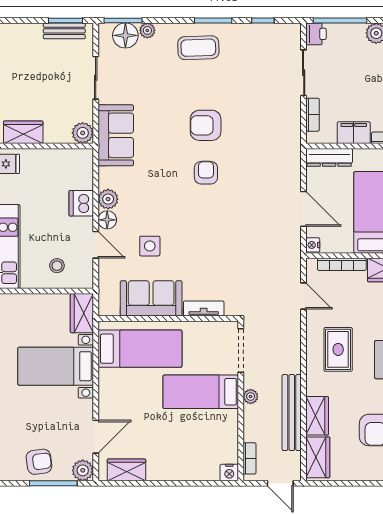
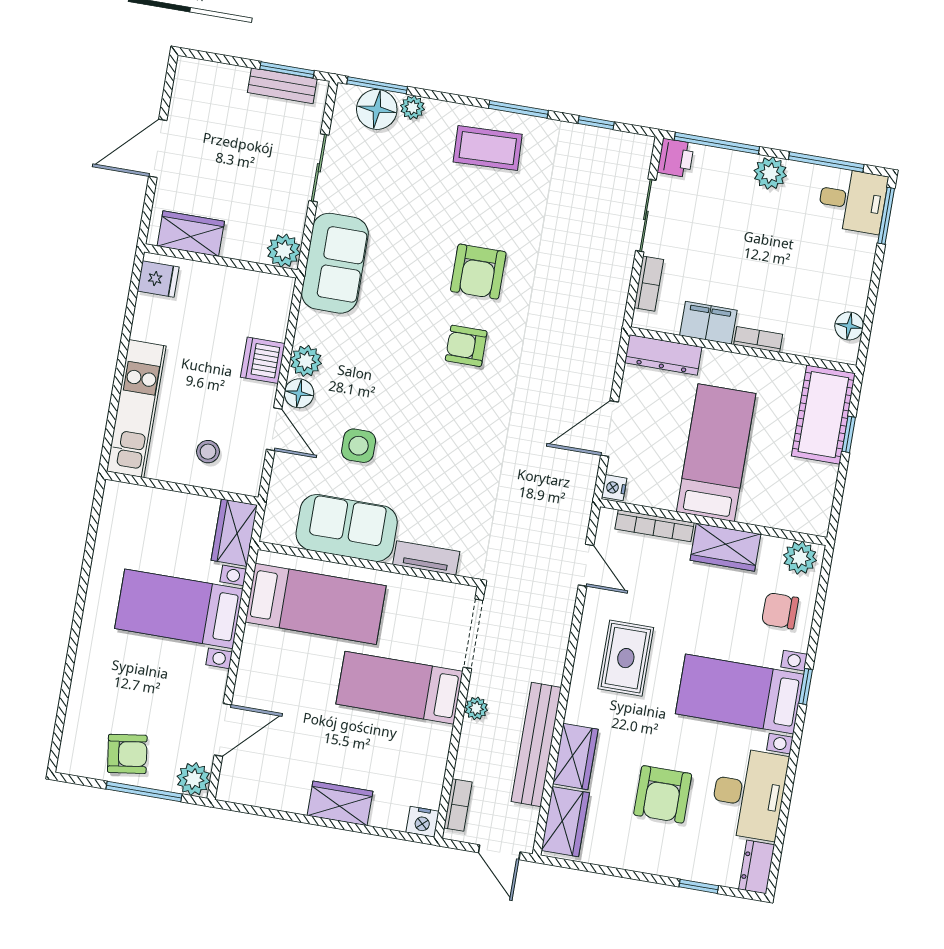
armchair: (206, 125) -> (478, 272), turned -90
armchair: (206, 173) -> (466, 346), turned -90
door: (304, 209) -> (609, 429), swing flipped
wardrobe: (126, 470) -> (340, 803), moved

